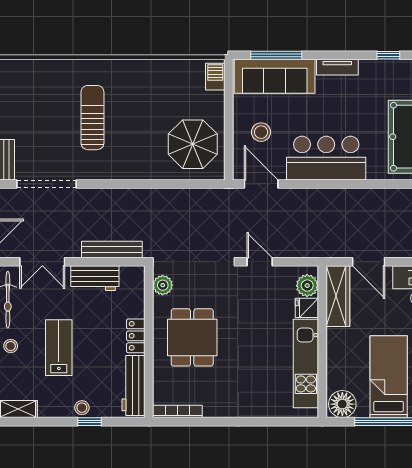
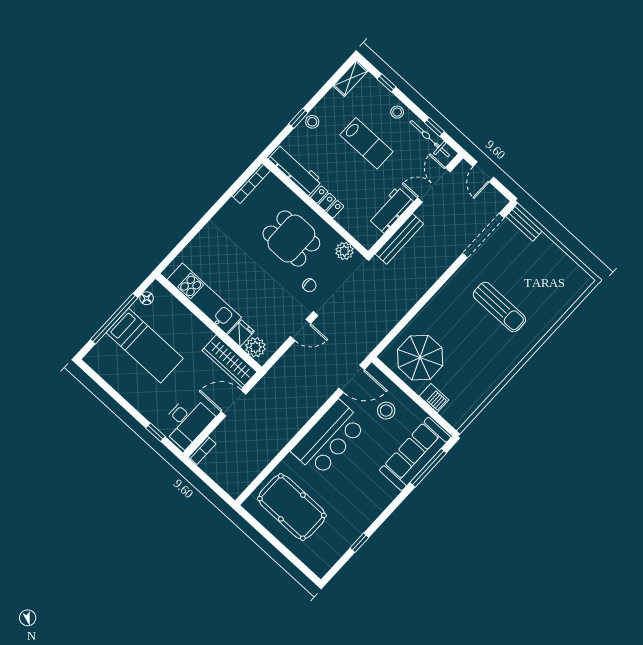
tv unit: (337, 67) -> (383, 501), removed
barbecue: (215, 77) -> (434, 398), moved
chair: (217, 288) -> (309, 285), added
floor lamp: (342, 404) -> (147, 298), width x0.53, depth x0.53

